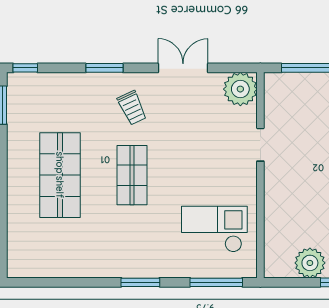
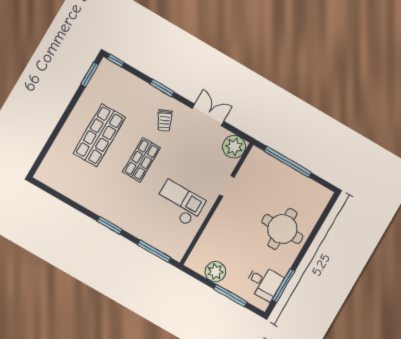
checkout: (214, 229) -> (179, 203), moved

